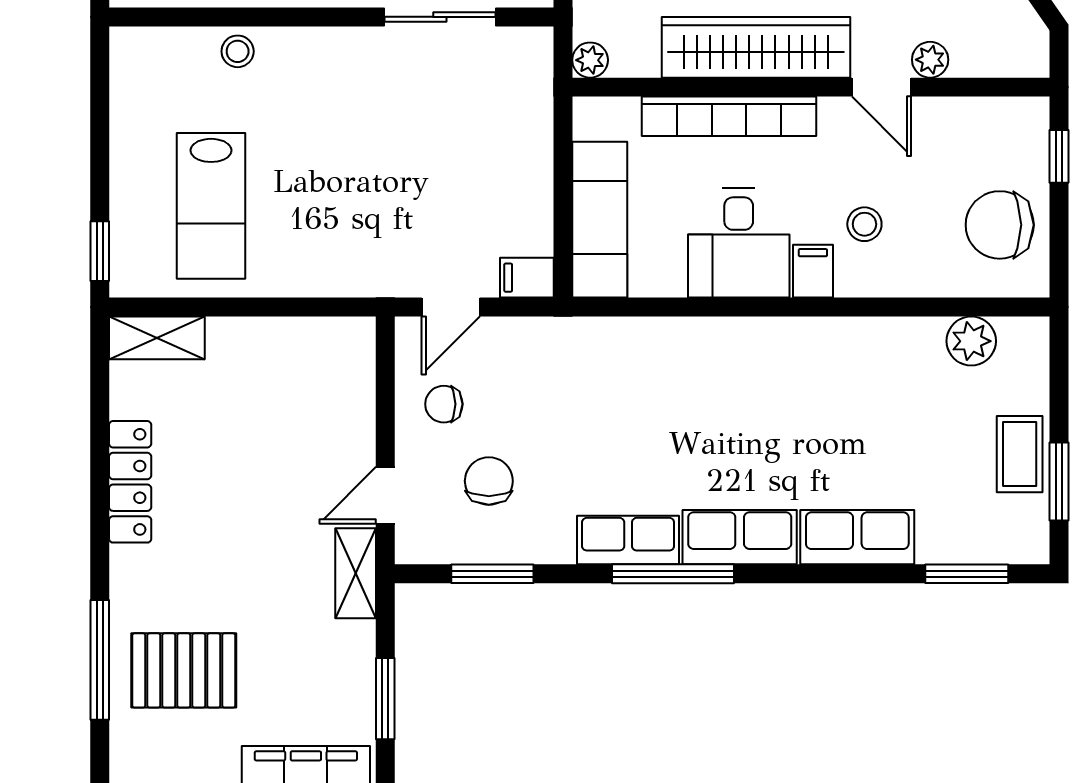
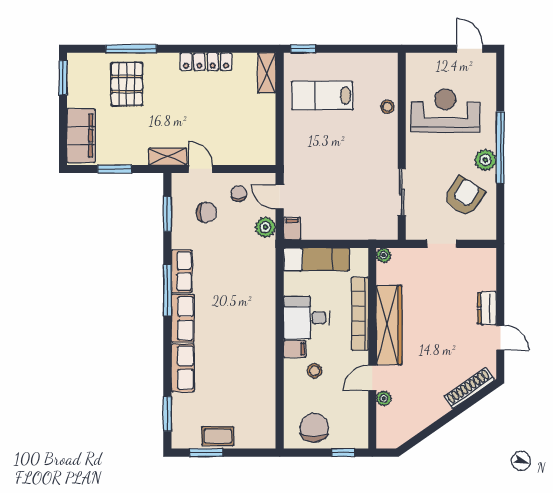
plant: (971, 341) -> (265, 227), moved

